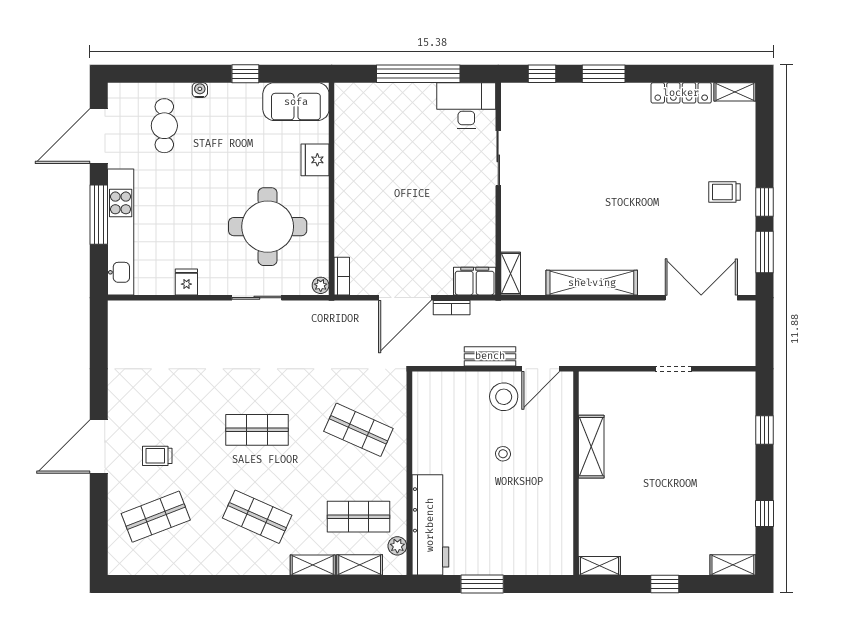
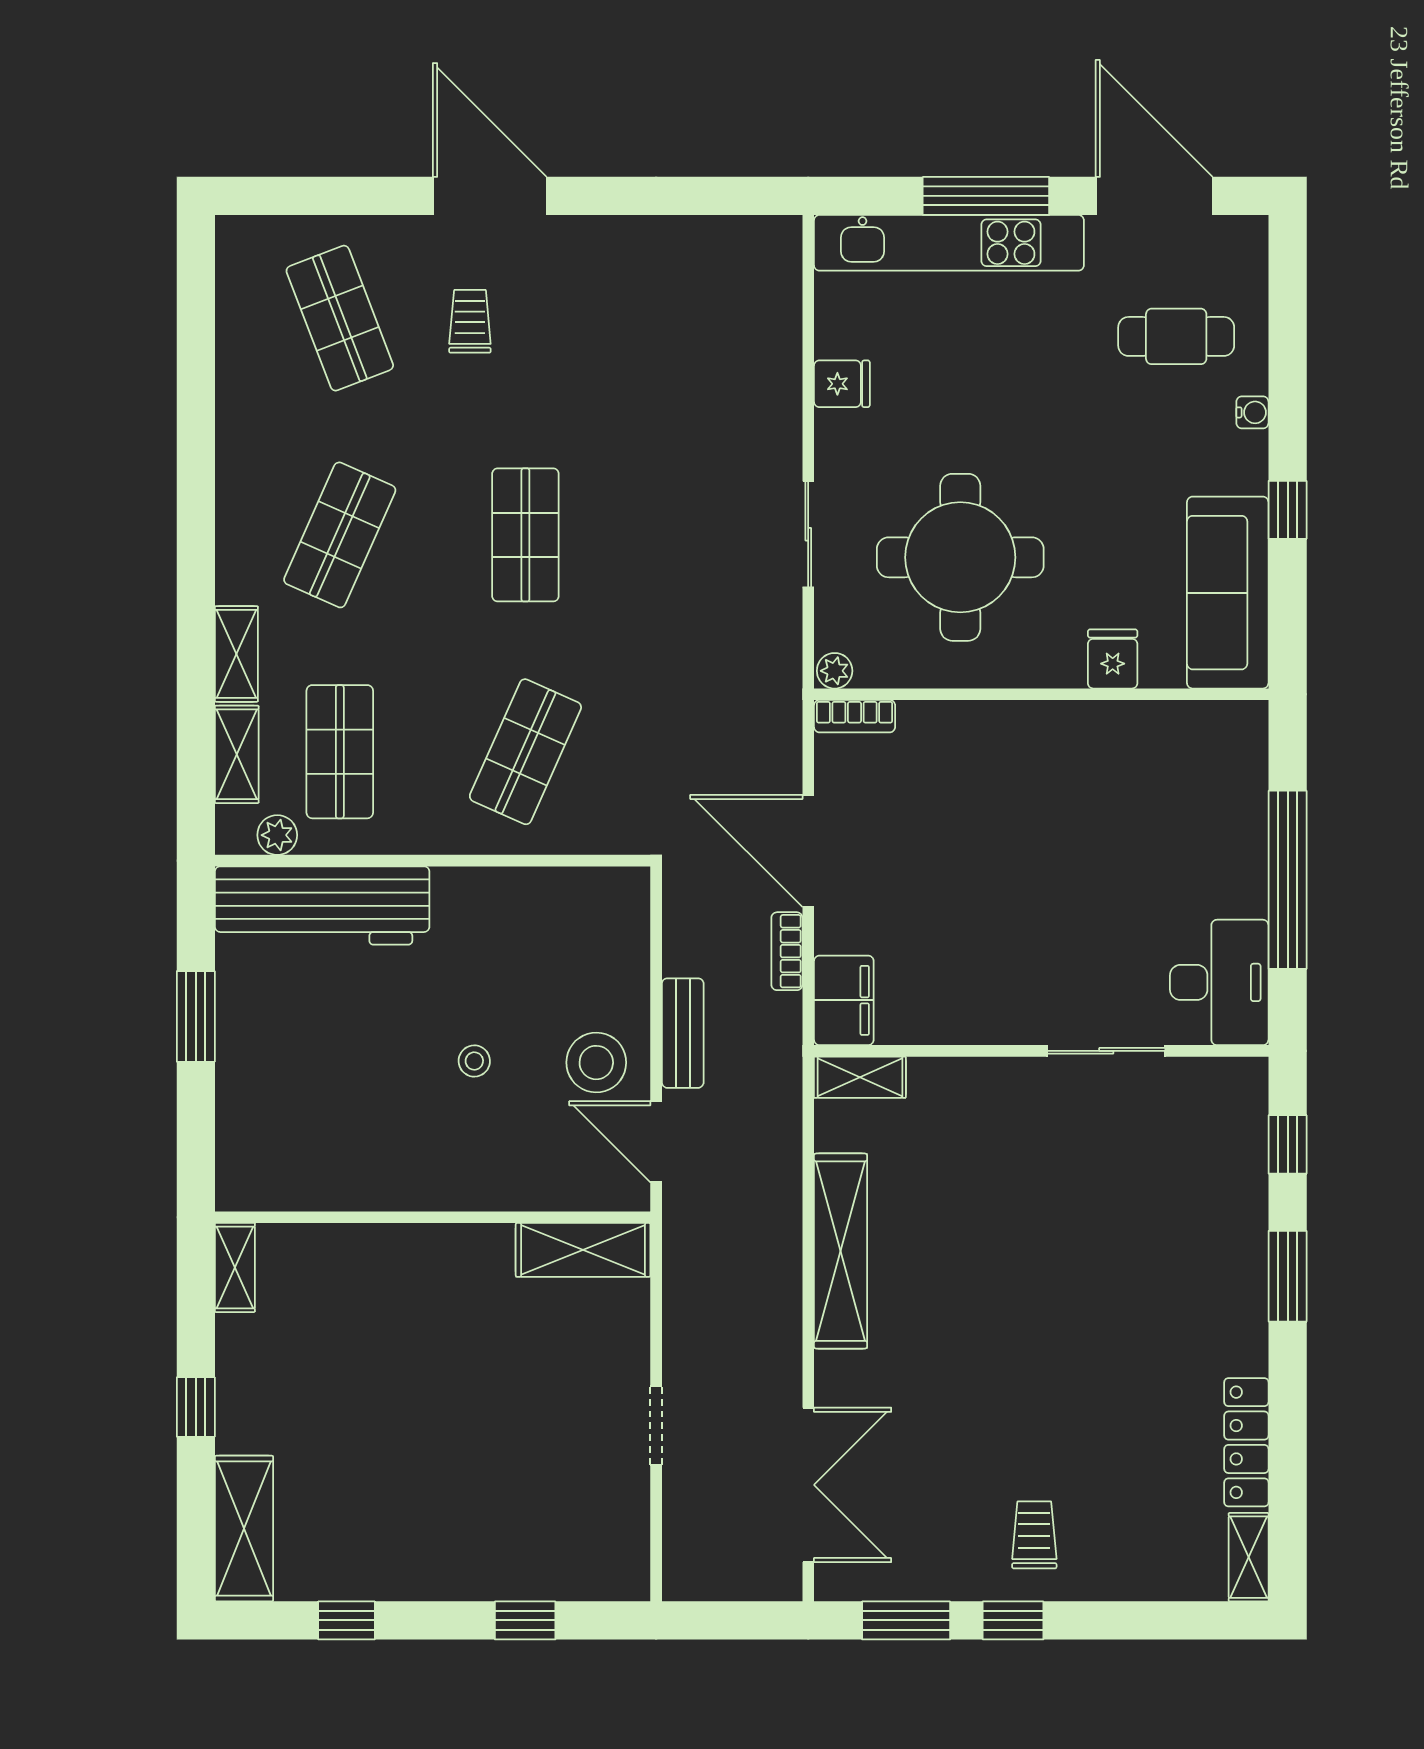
sofa: (296, 102) -> (1228, 593), width x1.36
fridge: (315, 160) -> (1113, 659), width x0.72
shelving: (591, 447) -> (583, 1250), moved
shelving: (733, 565) -> (244, 1529), width x1.50, depth x1.33

